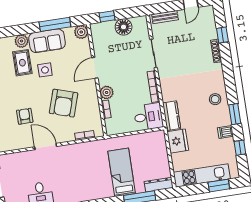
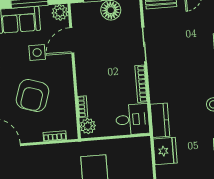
door: (95, 68) -> (72, 40), moved
side table: (45, 70) -> (37, 52), moved
plant: (107, 92) -> (88, 126), moved

